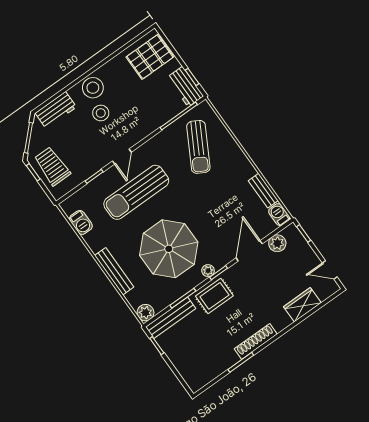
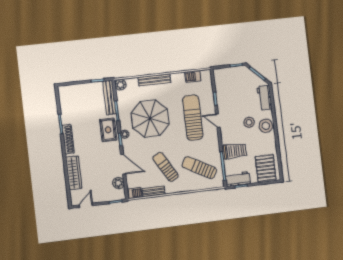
trolley: (52, 166) -> (235, 151), moved
sun lounger: (222, 193) -> (166, 167), added
wardrobe: (302, 305) -> (74, 173), width x1.50

